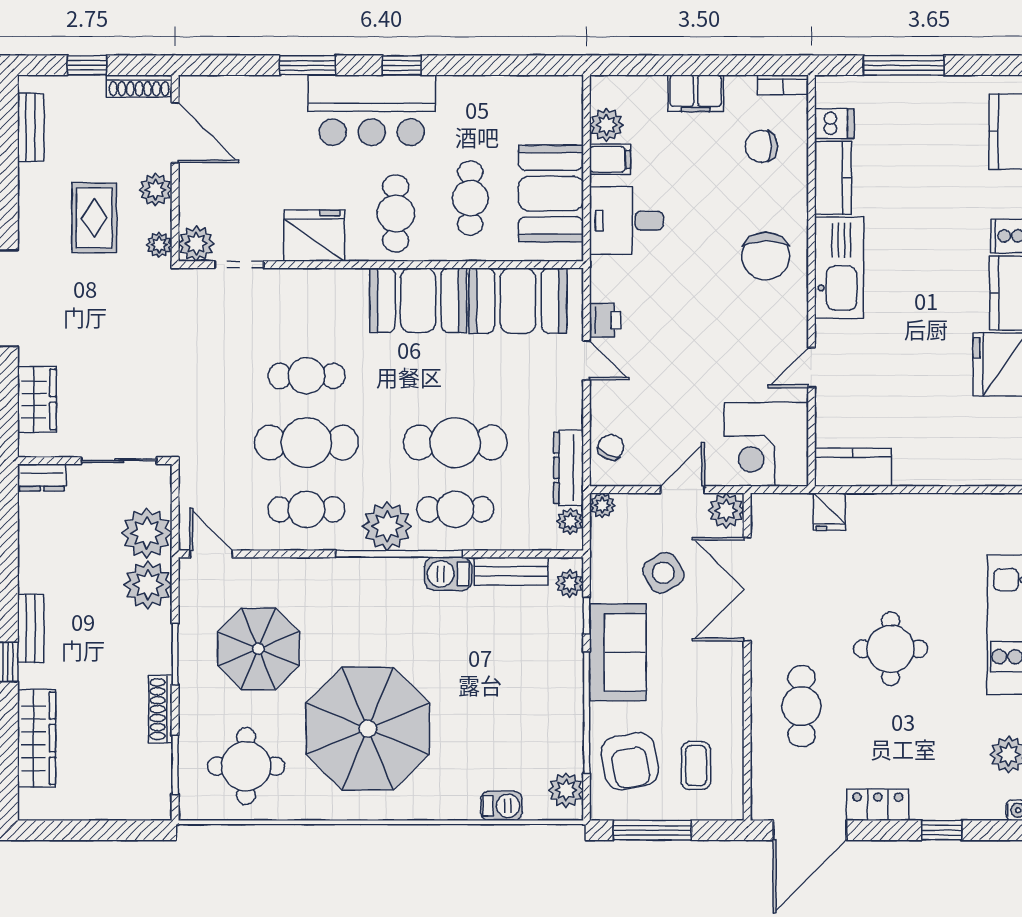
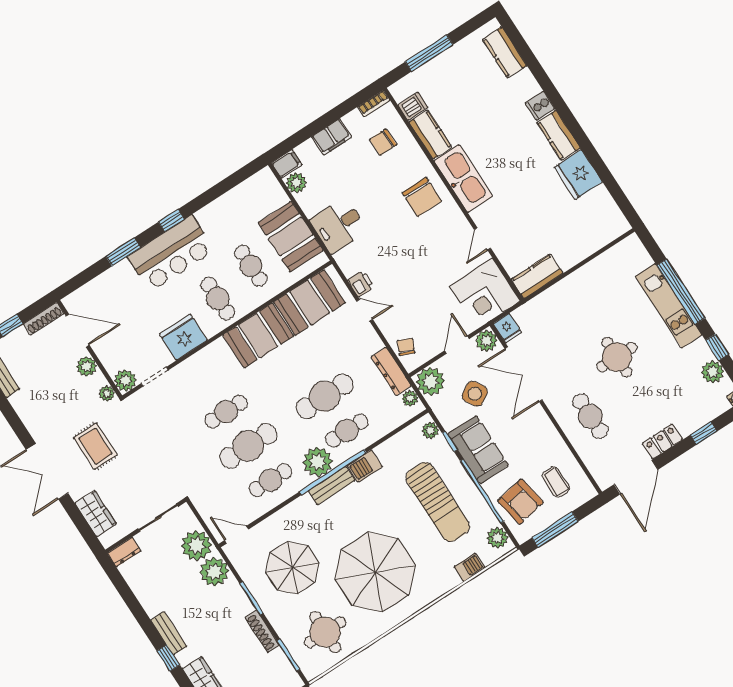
filing cabinet: (610, 159) -> (287, 164), moved
rug: (94, 218) -> (95, 446), moved
plant: (602, 505) -> (430, 381), width x1.87, depth x1.87
fridge: (830, 512) -> (507, 328), moved
bench: (511, 571) -> (332, 486), moved
sun lounger: (516, 688) -> (438, 502), added

